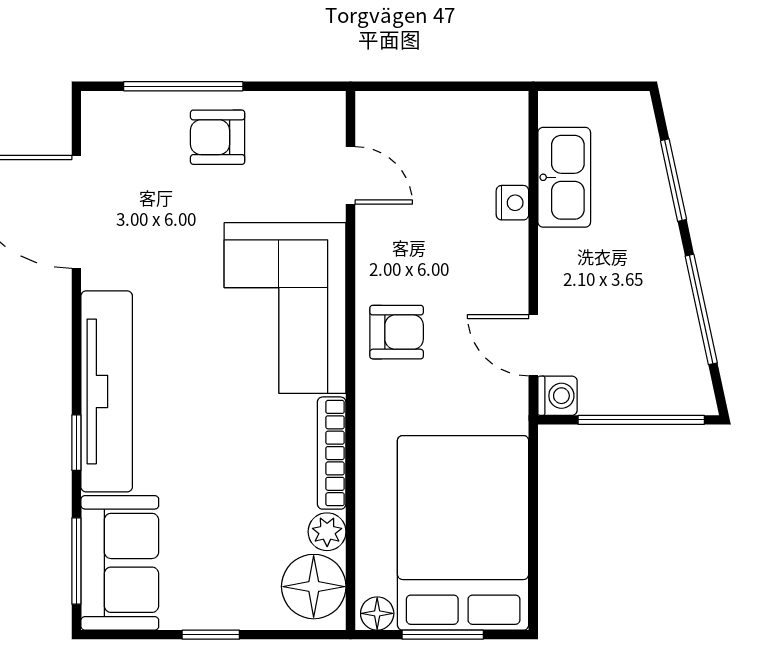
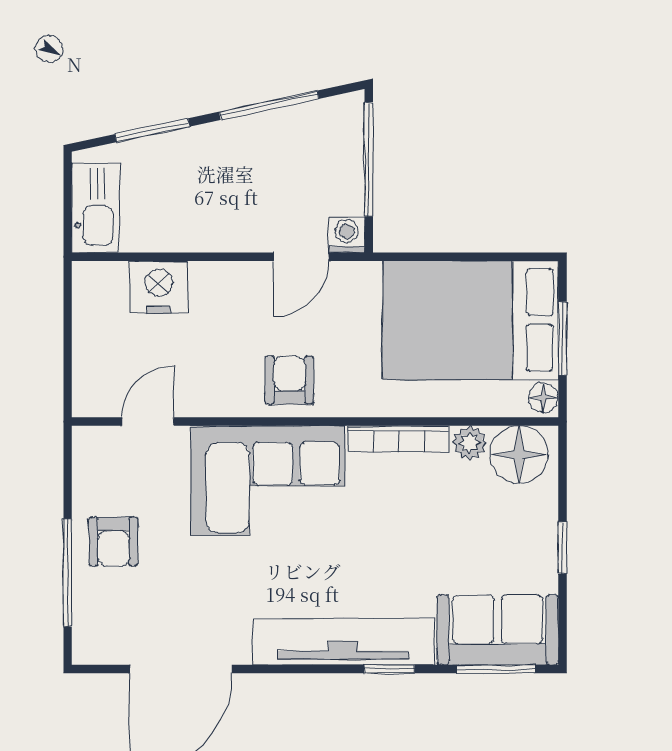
kitchen sink: (564, 177) -> (96, 208), moved, turned 90
nightstand: (512, 203) -> (159, 287), width x1.89, depth x1.79

